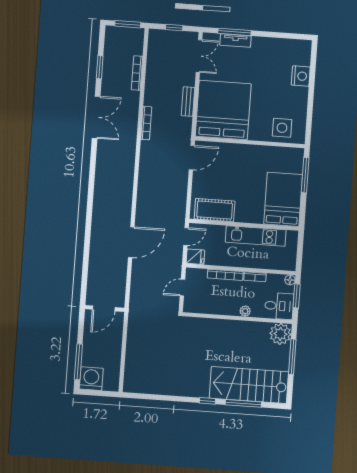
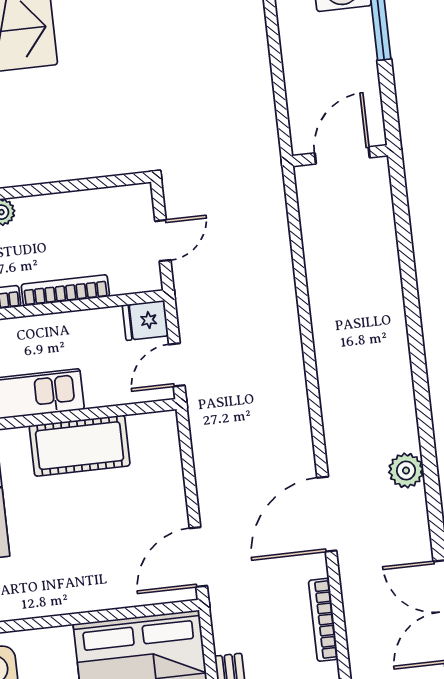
plant: (102, 177) -> (406, 470), added
cot: (215, 210) -> (80, 446), moved
door: (131, 242) -> (327, 514), moved

